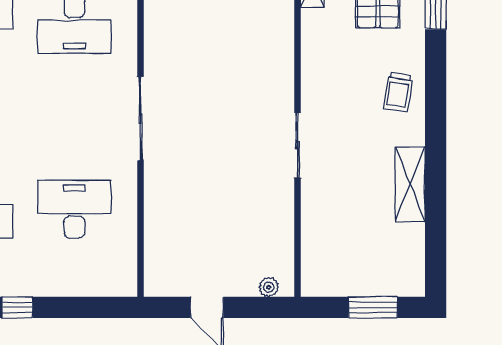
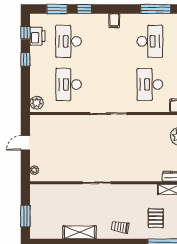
desk: (74, 209) -> (69, 84), turned 180
plant: (116, 282) -> (37, 103), added

